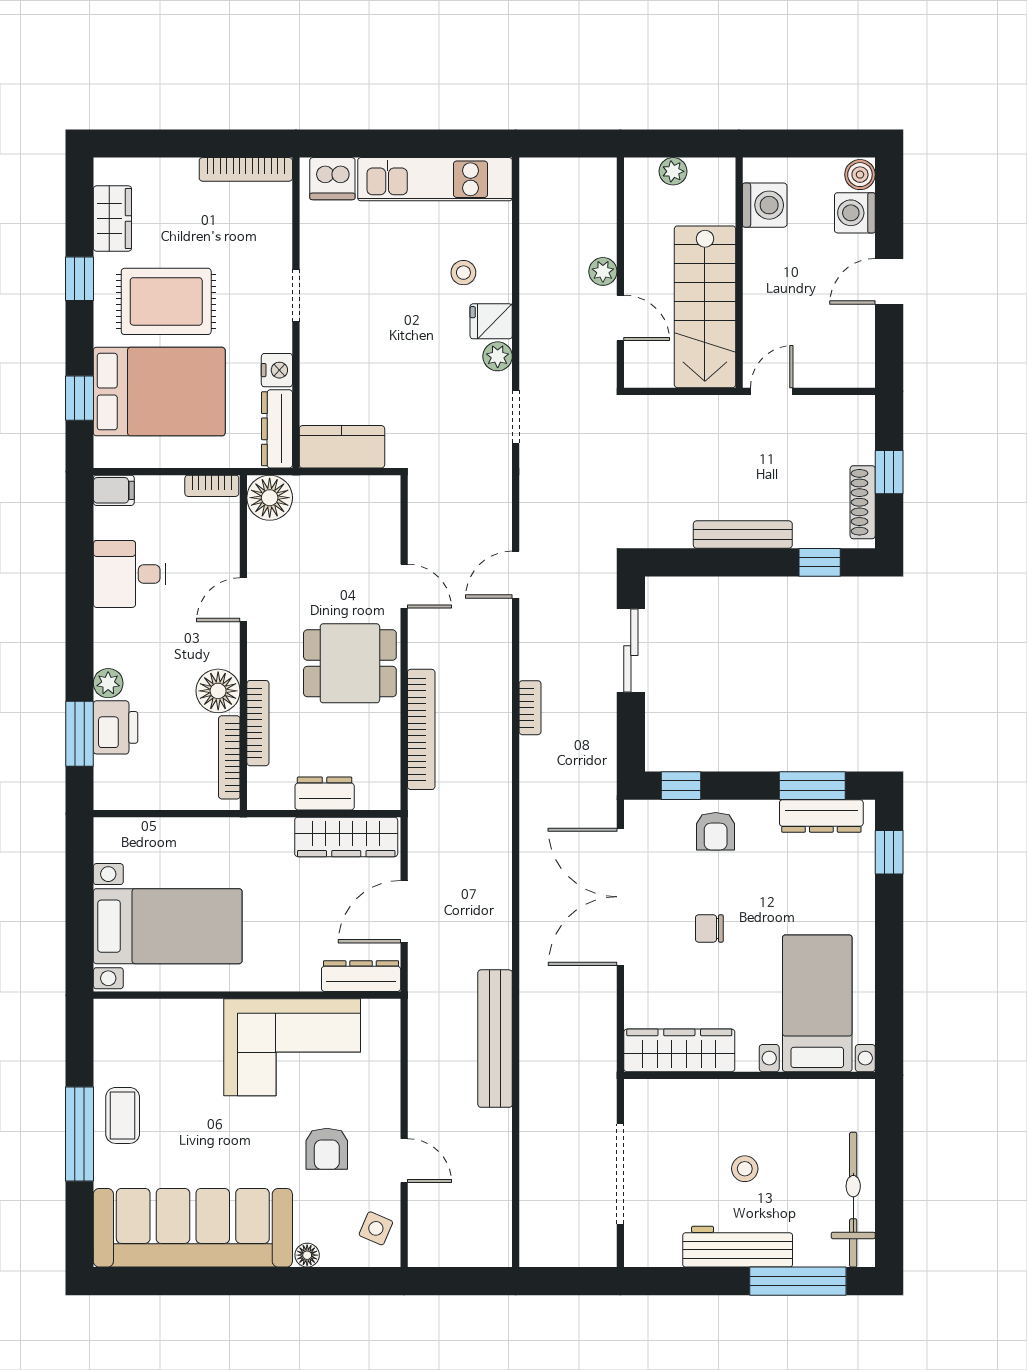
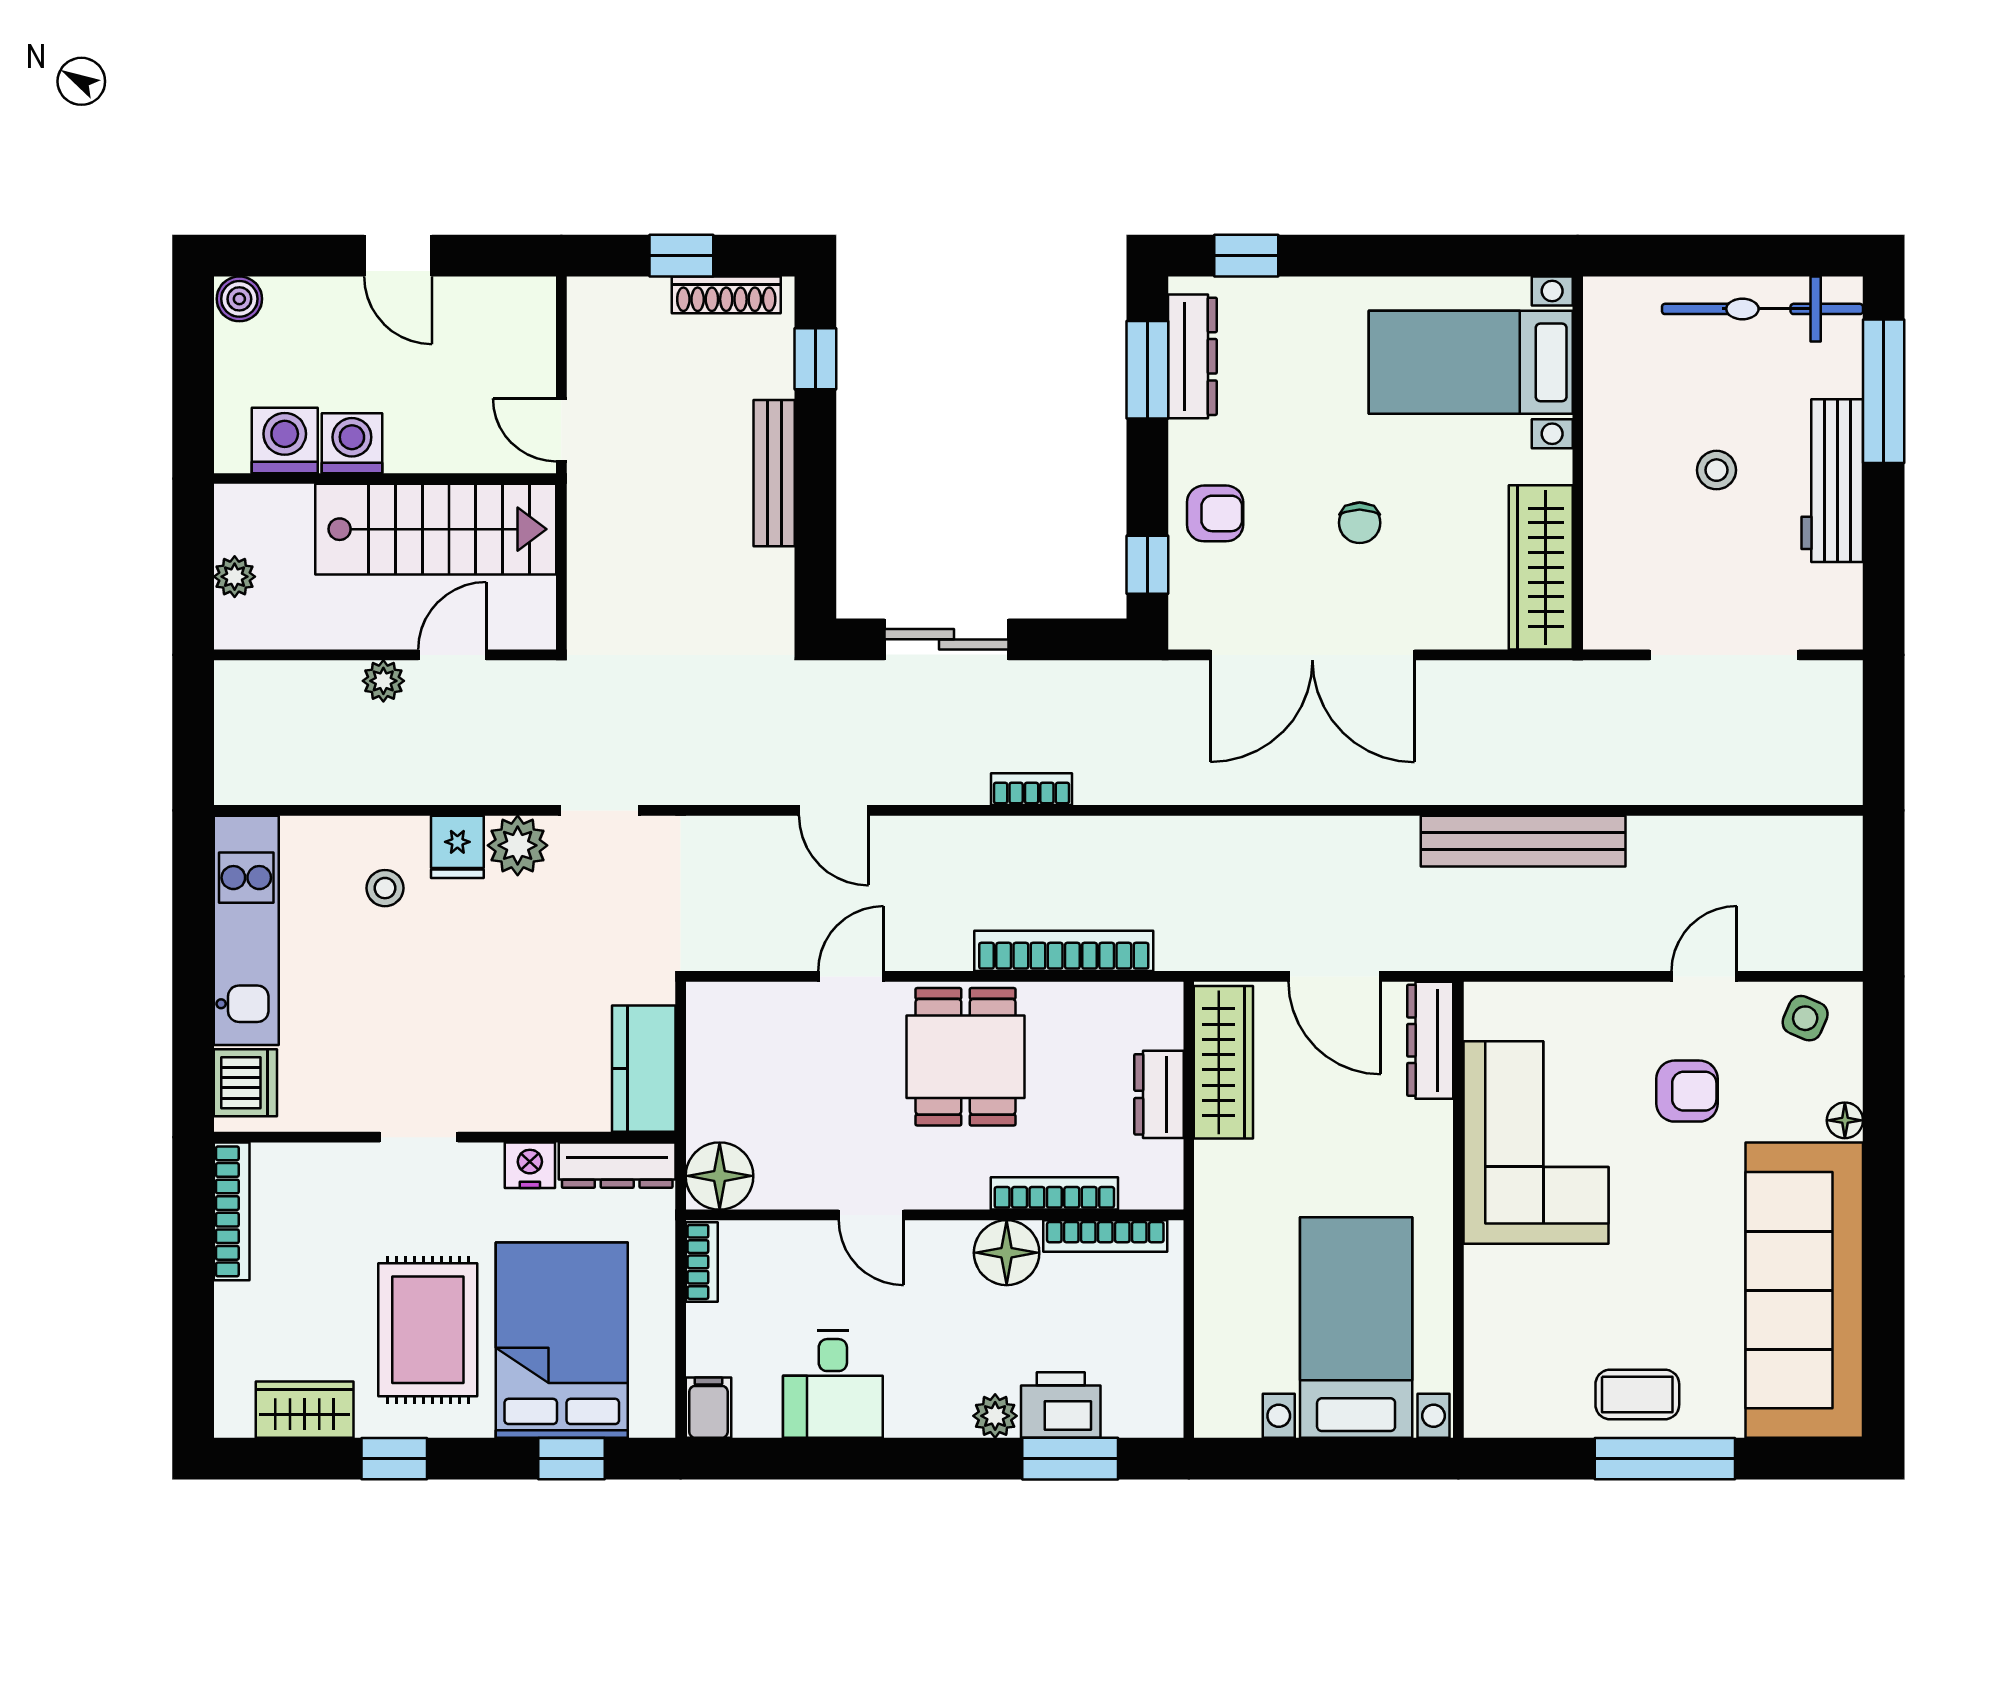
washing machine: (855, 213) -> (352, 443), moved, turned 180
plant: (498, 356) -> (518, 845), width x1.38, depth x1.38

